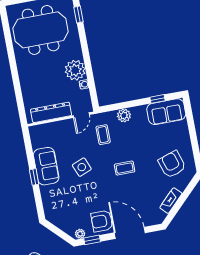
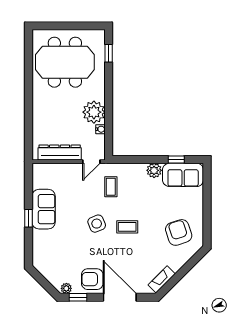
plant: (124, 115) -> (154, 170), moved
side table: (82, 167) -> (97, 224), moved
fireplace: (171, 201) -> (162, 279), moved

